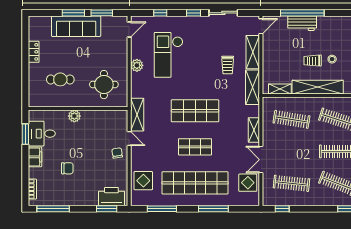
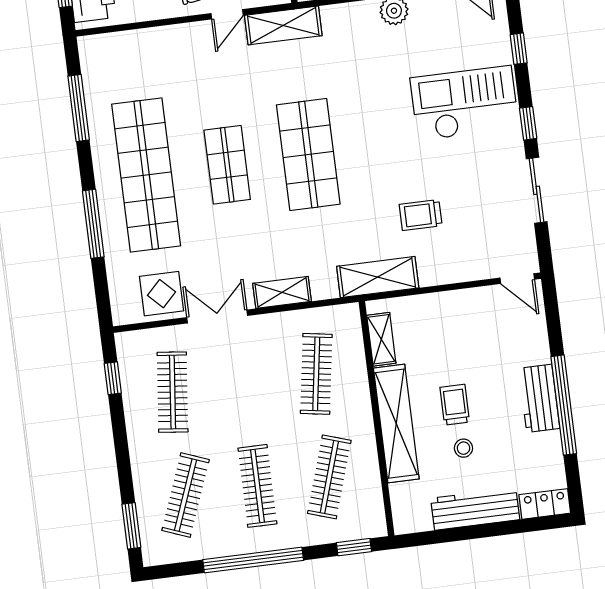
window: (302, 13) -> (564, 405), moved
workbench: (302, 23) -> (539, 398), moved
shelving: (253, 52) -> (457, 268), removed
checkout: (169, 55) -> (464, 103), moved
display table: (143, 181) -> (136, 58), removed

